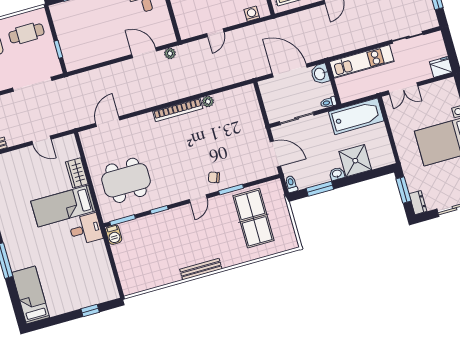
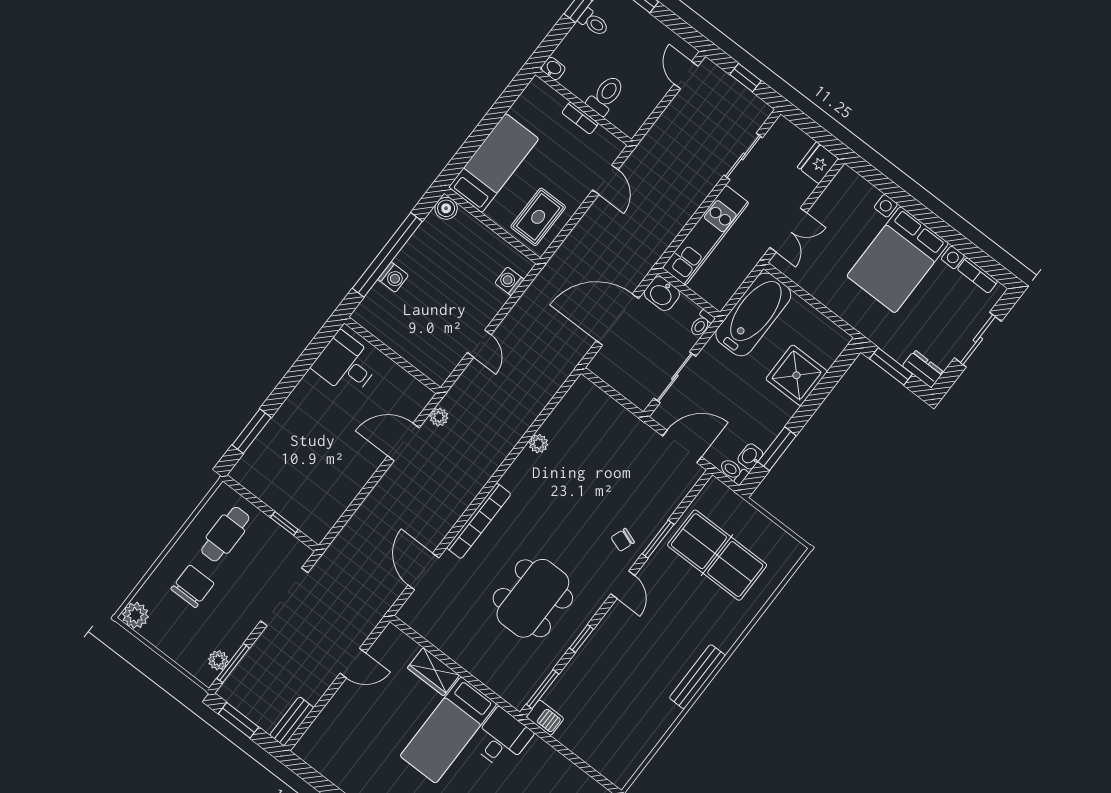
bookcase: (178, 110) -> (479, 521), moved
washbasin: (337, 174) -> (750, 456), moved
dining table: (126, 180) -> (533, 598), moved

